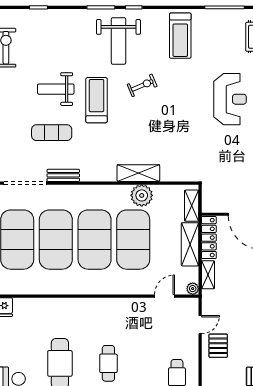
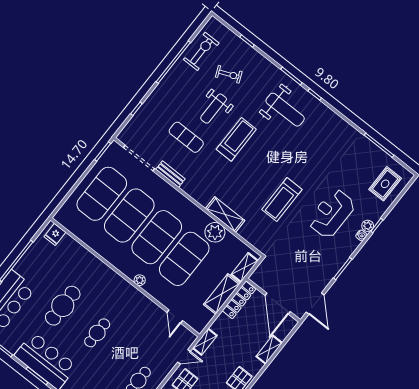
treadmill: (180, 36) -> (282, 199), moved
weight bench: (118, 41) -> (285, 110), turned -90
exercise bike: (142, 85) -> (229, 74), moved
weight bench: (56, 89) -> (214, 109), turned -90
reception desk: (230, 99) -> (332, 213), turned 180
shelving: (208, 275) -> (205, 342), moved
plant: (193, 289) -> (140, 280), moved
door: (165, 296) -> (175, 317), swing flipped

